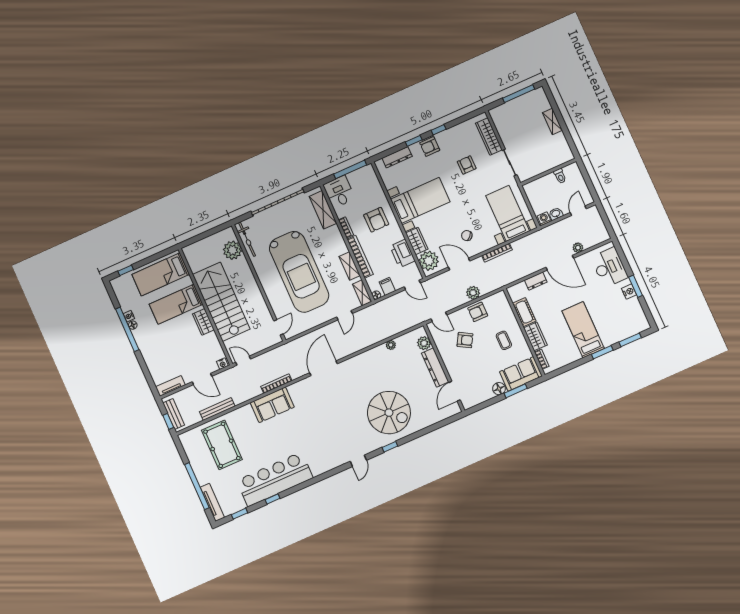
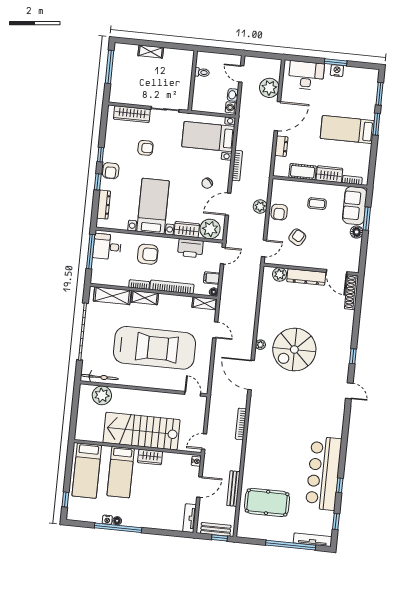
armchair: (467, 165) -> (145, 148), turned 180
desk: (339, 192) -> (107, 247), moved
plant: (578, 248) -> (269, 88), width x1.88, depth x1.88
shelving: (350, 266) -> (145, 298), moved
plant: (391, 345) -> (260, 345), moved
sofa: (272, 405) -> (257, 438), removed
spiral stairs: (389, 413) -> (294, 350), moved, turned 180
shoe rack: (444, 414) -> (351, 292), added

